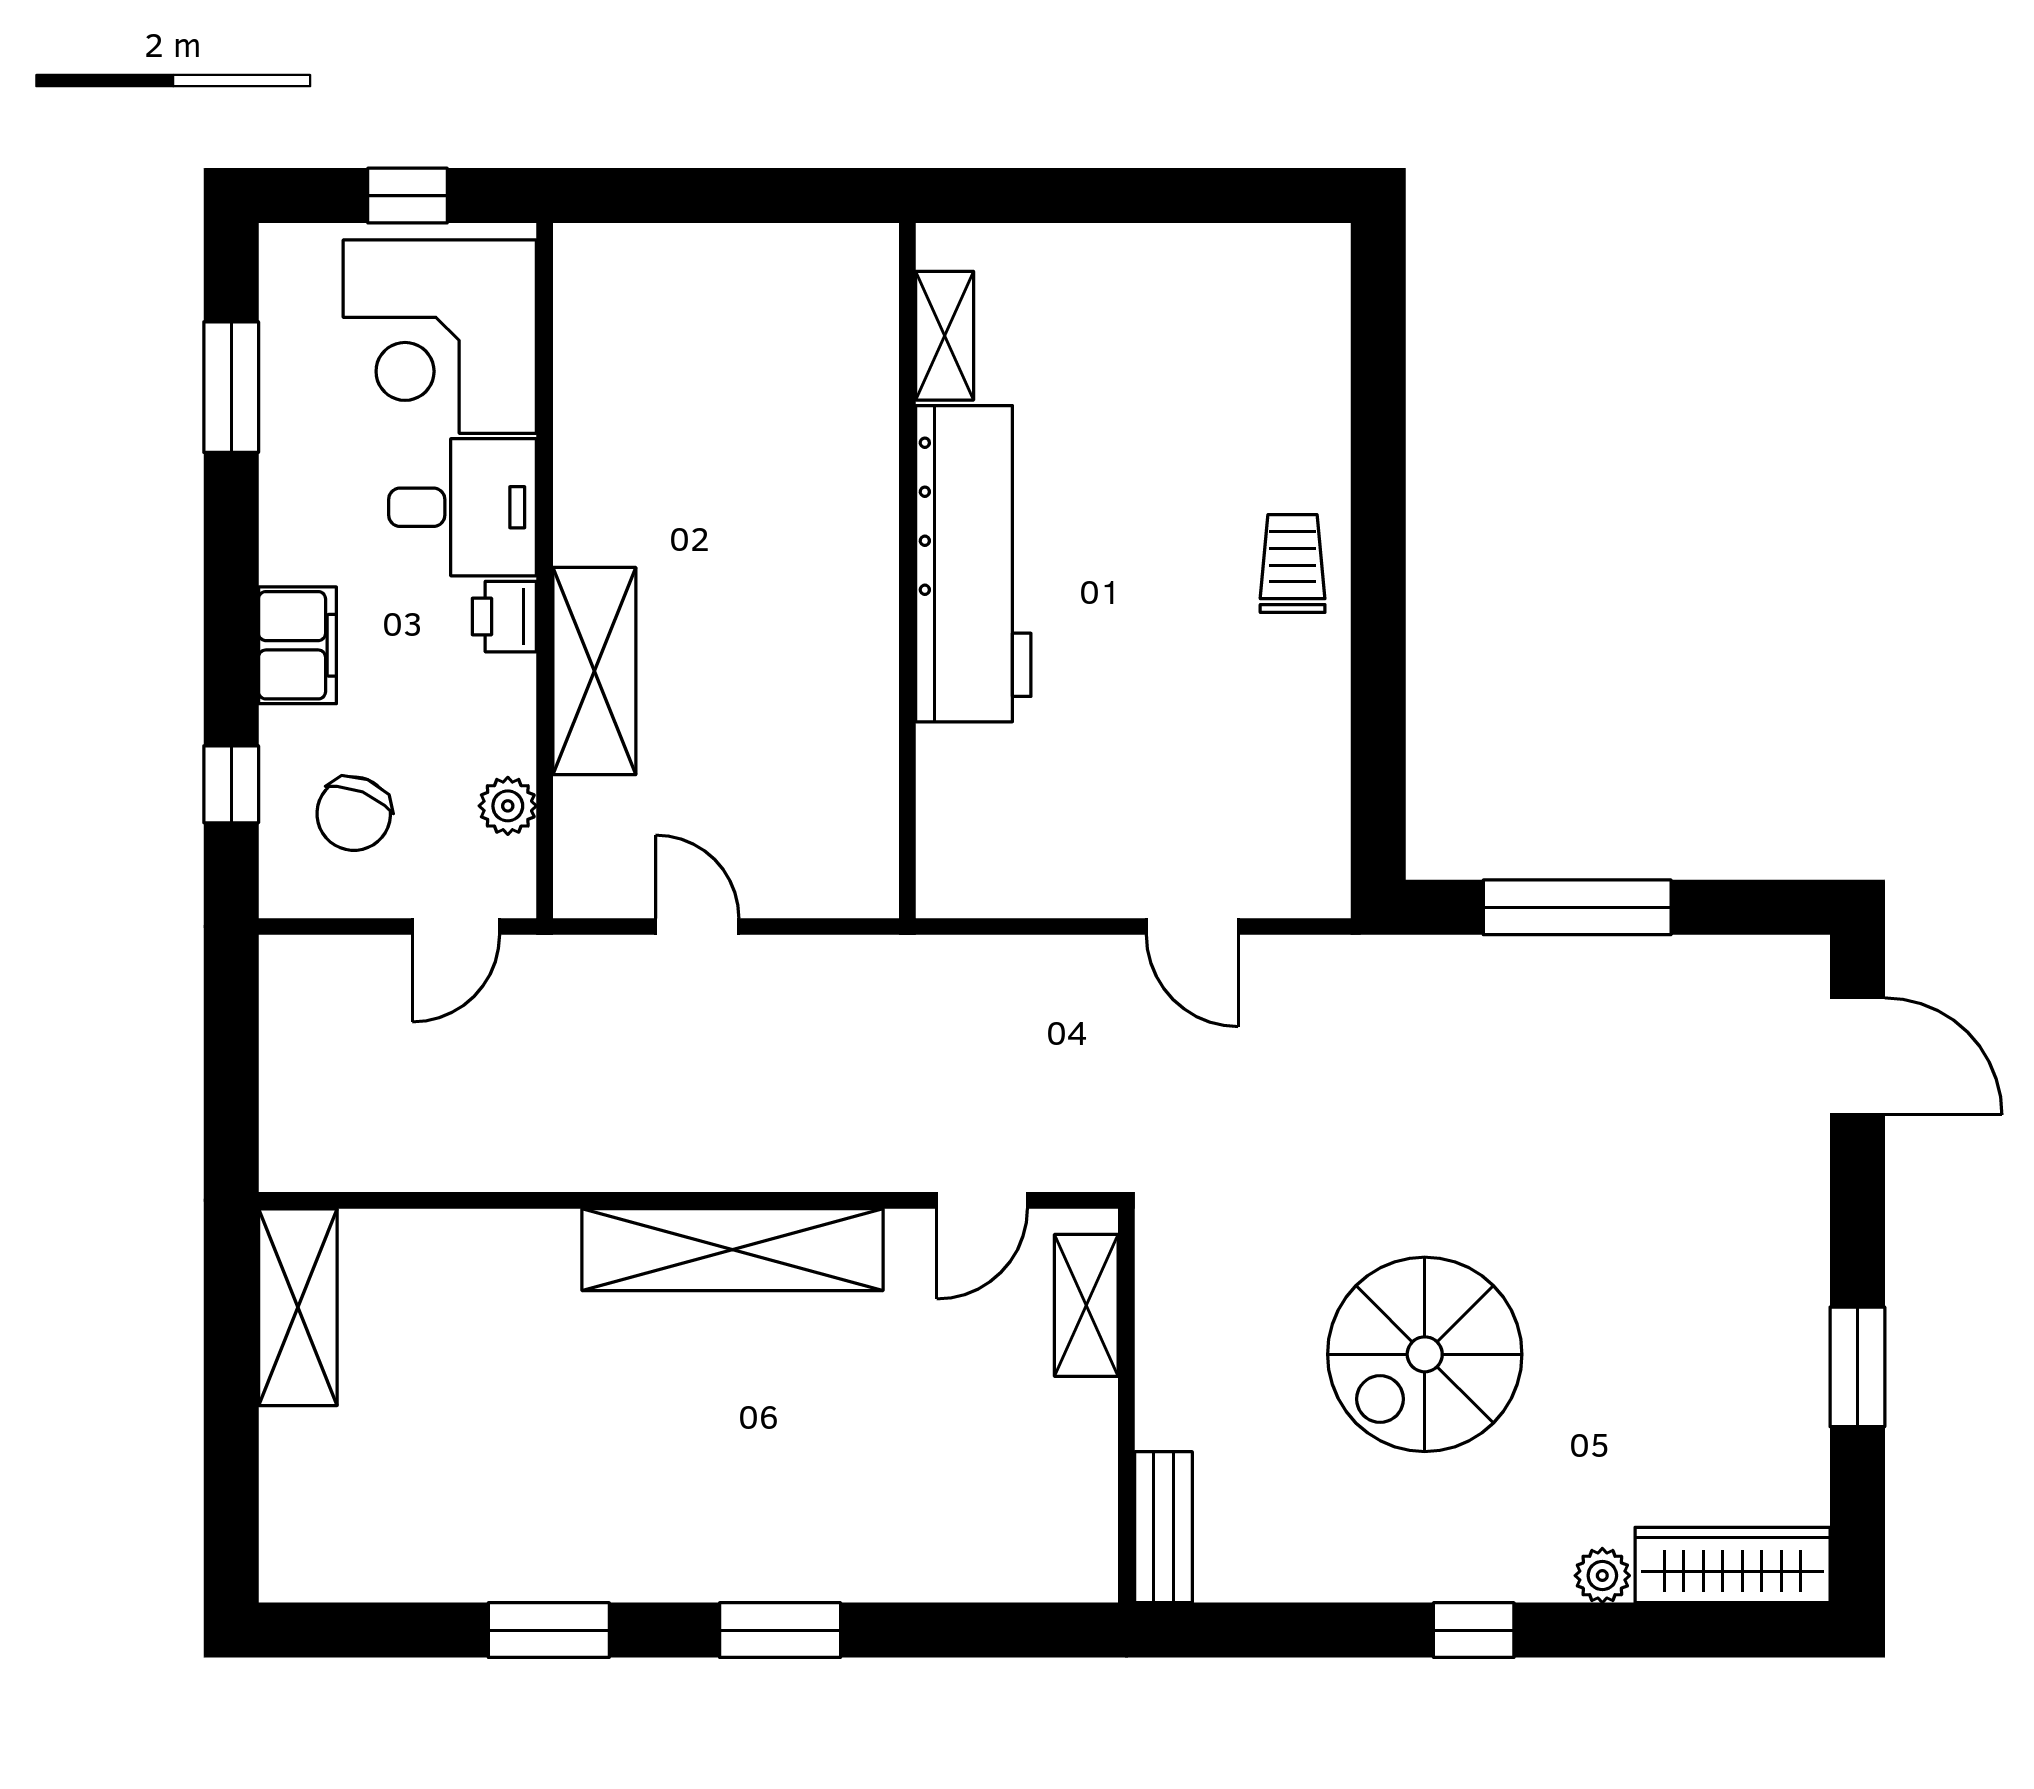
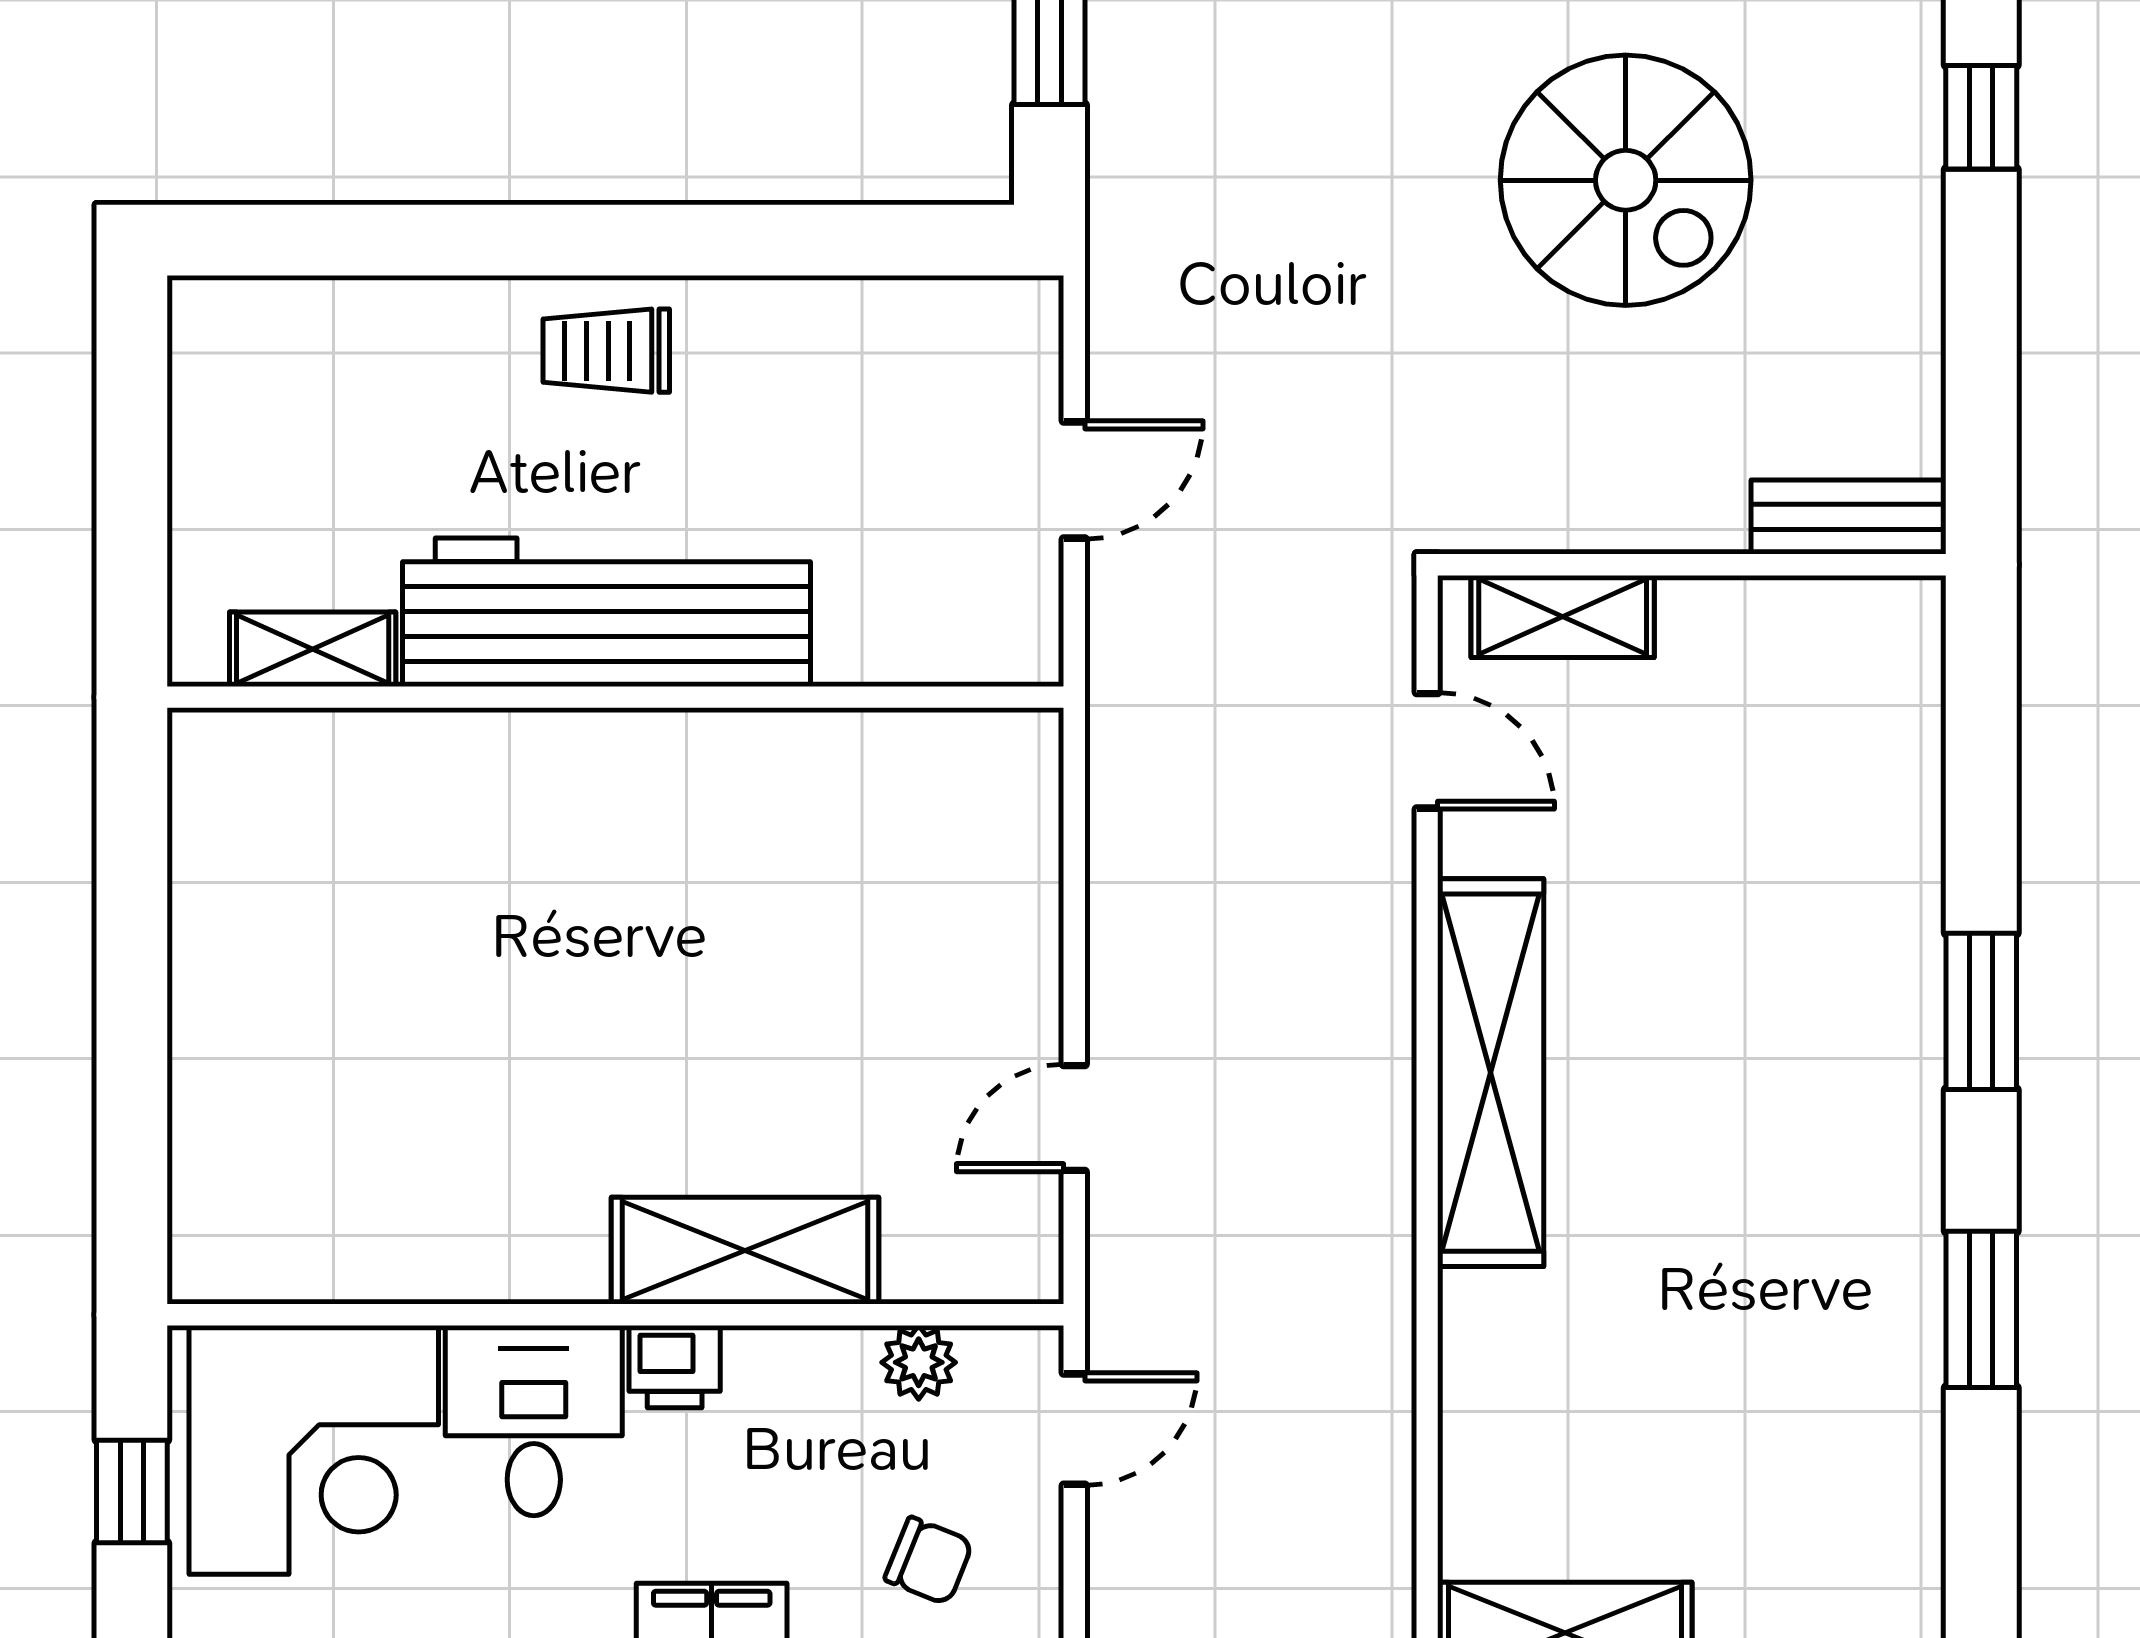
shelving: (945, 336) -> (313, 649), moved
workbench: (973, 564) -> (606, 612), moved
wall: (907, 571) -> (615, 697), moved
chair: (354, 814) -> (929, 1561), width x0.73, depth x0.73
door: (456, 927) -> (1074, 1429), hinge flipped

